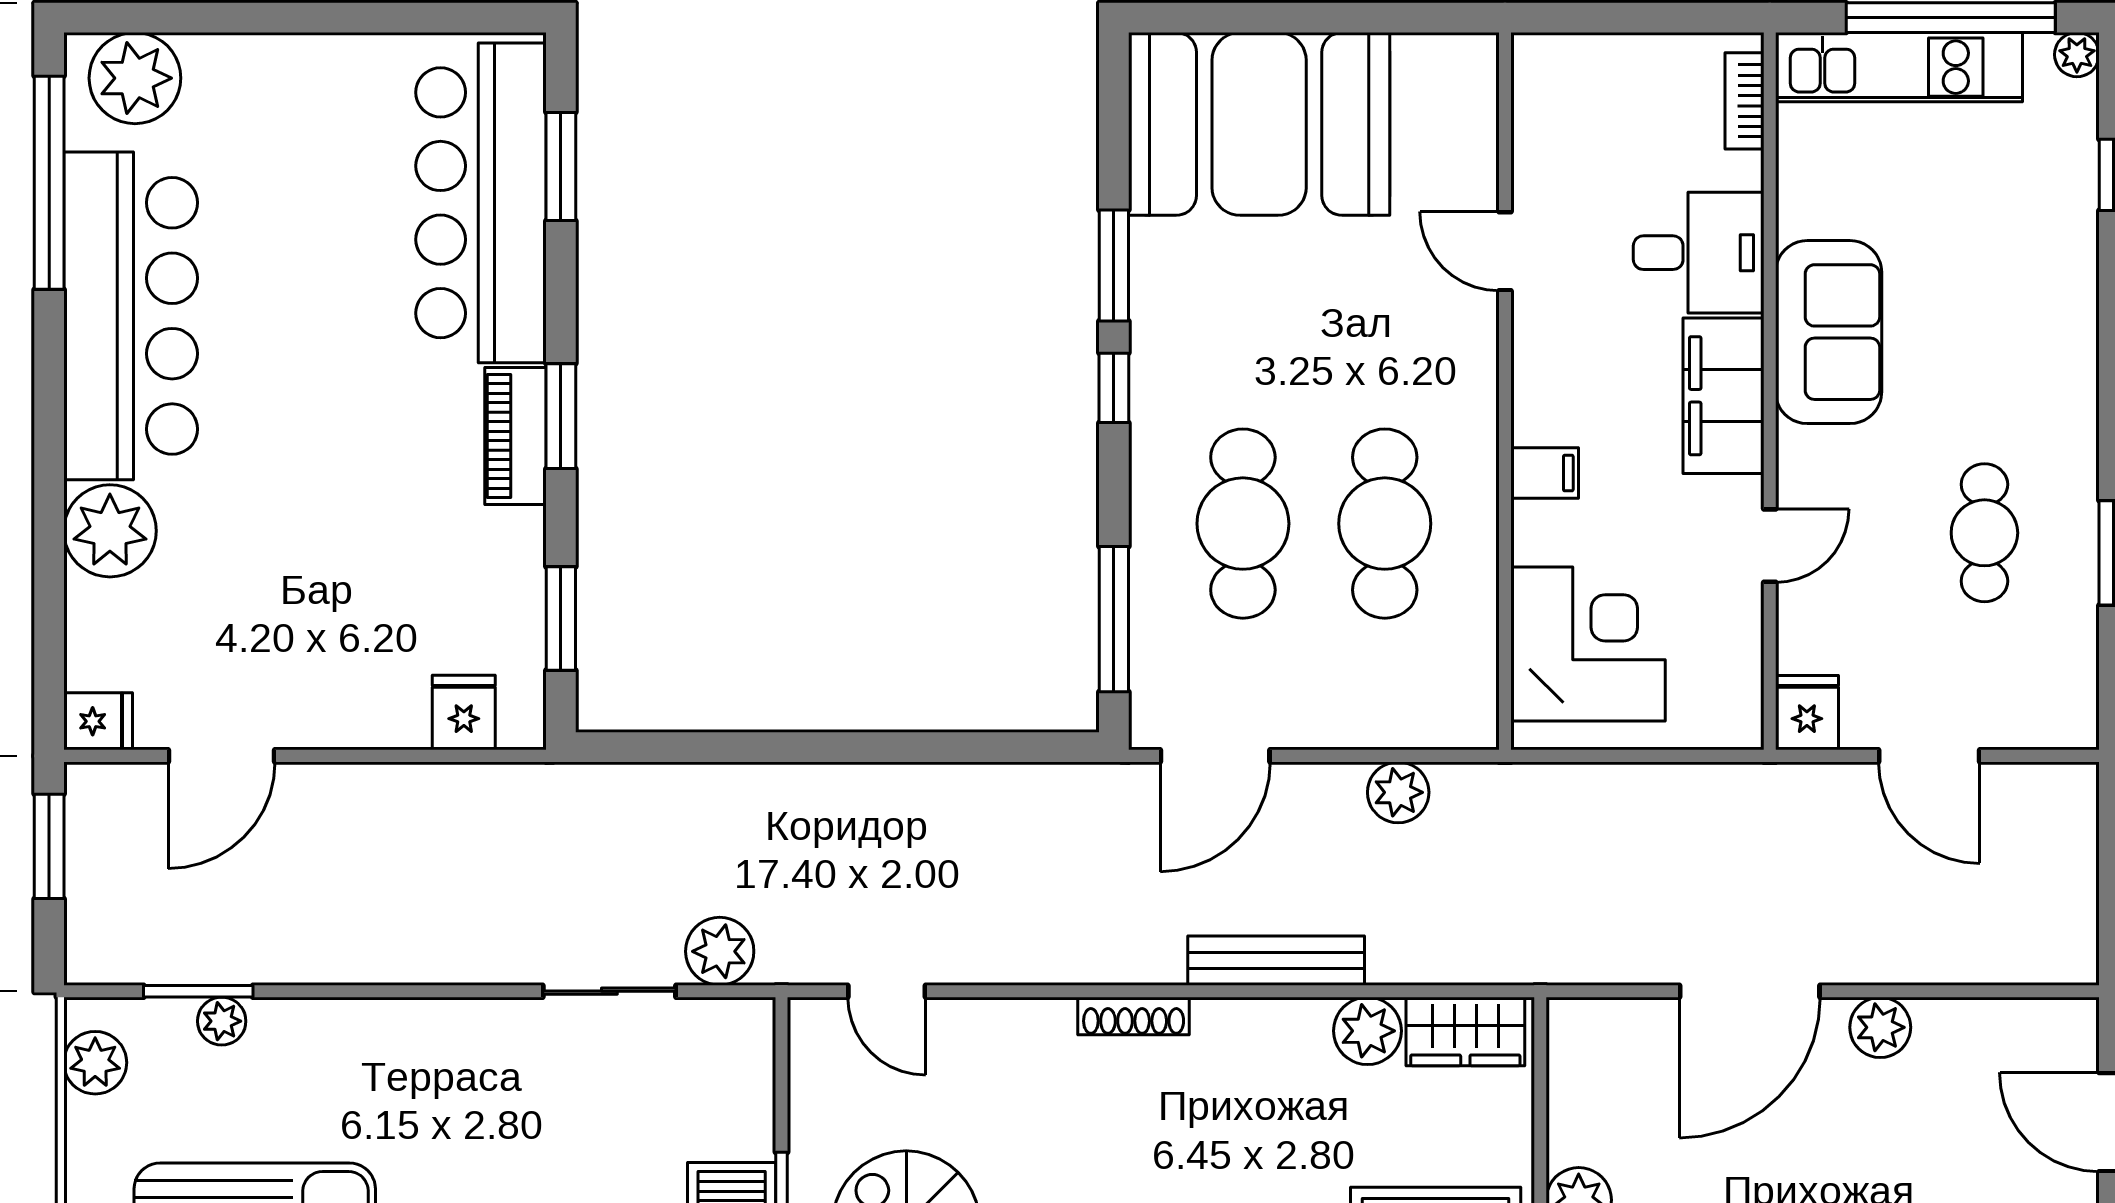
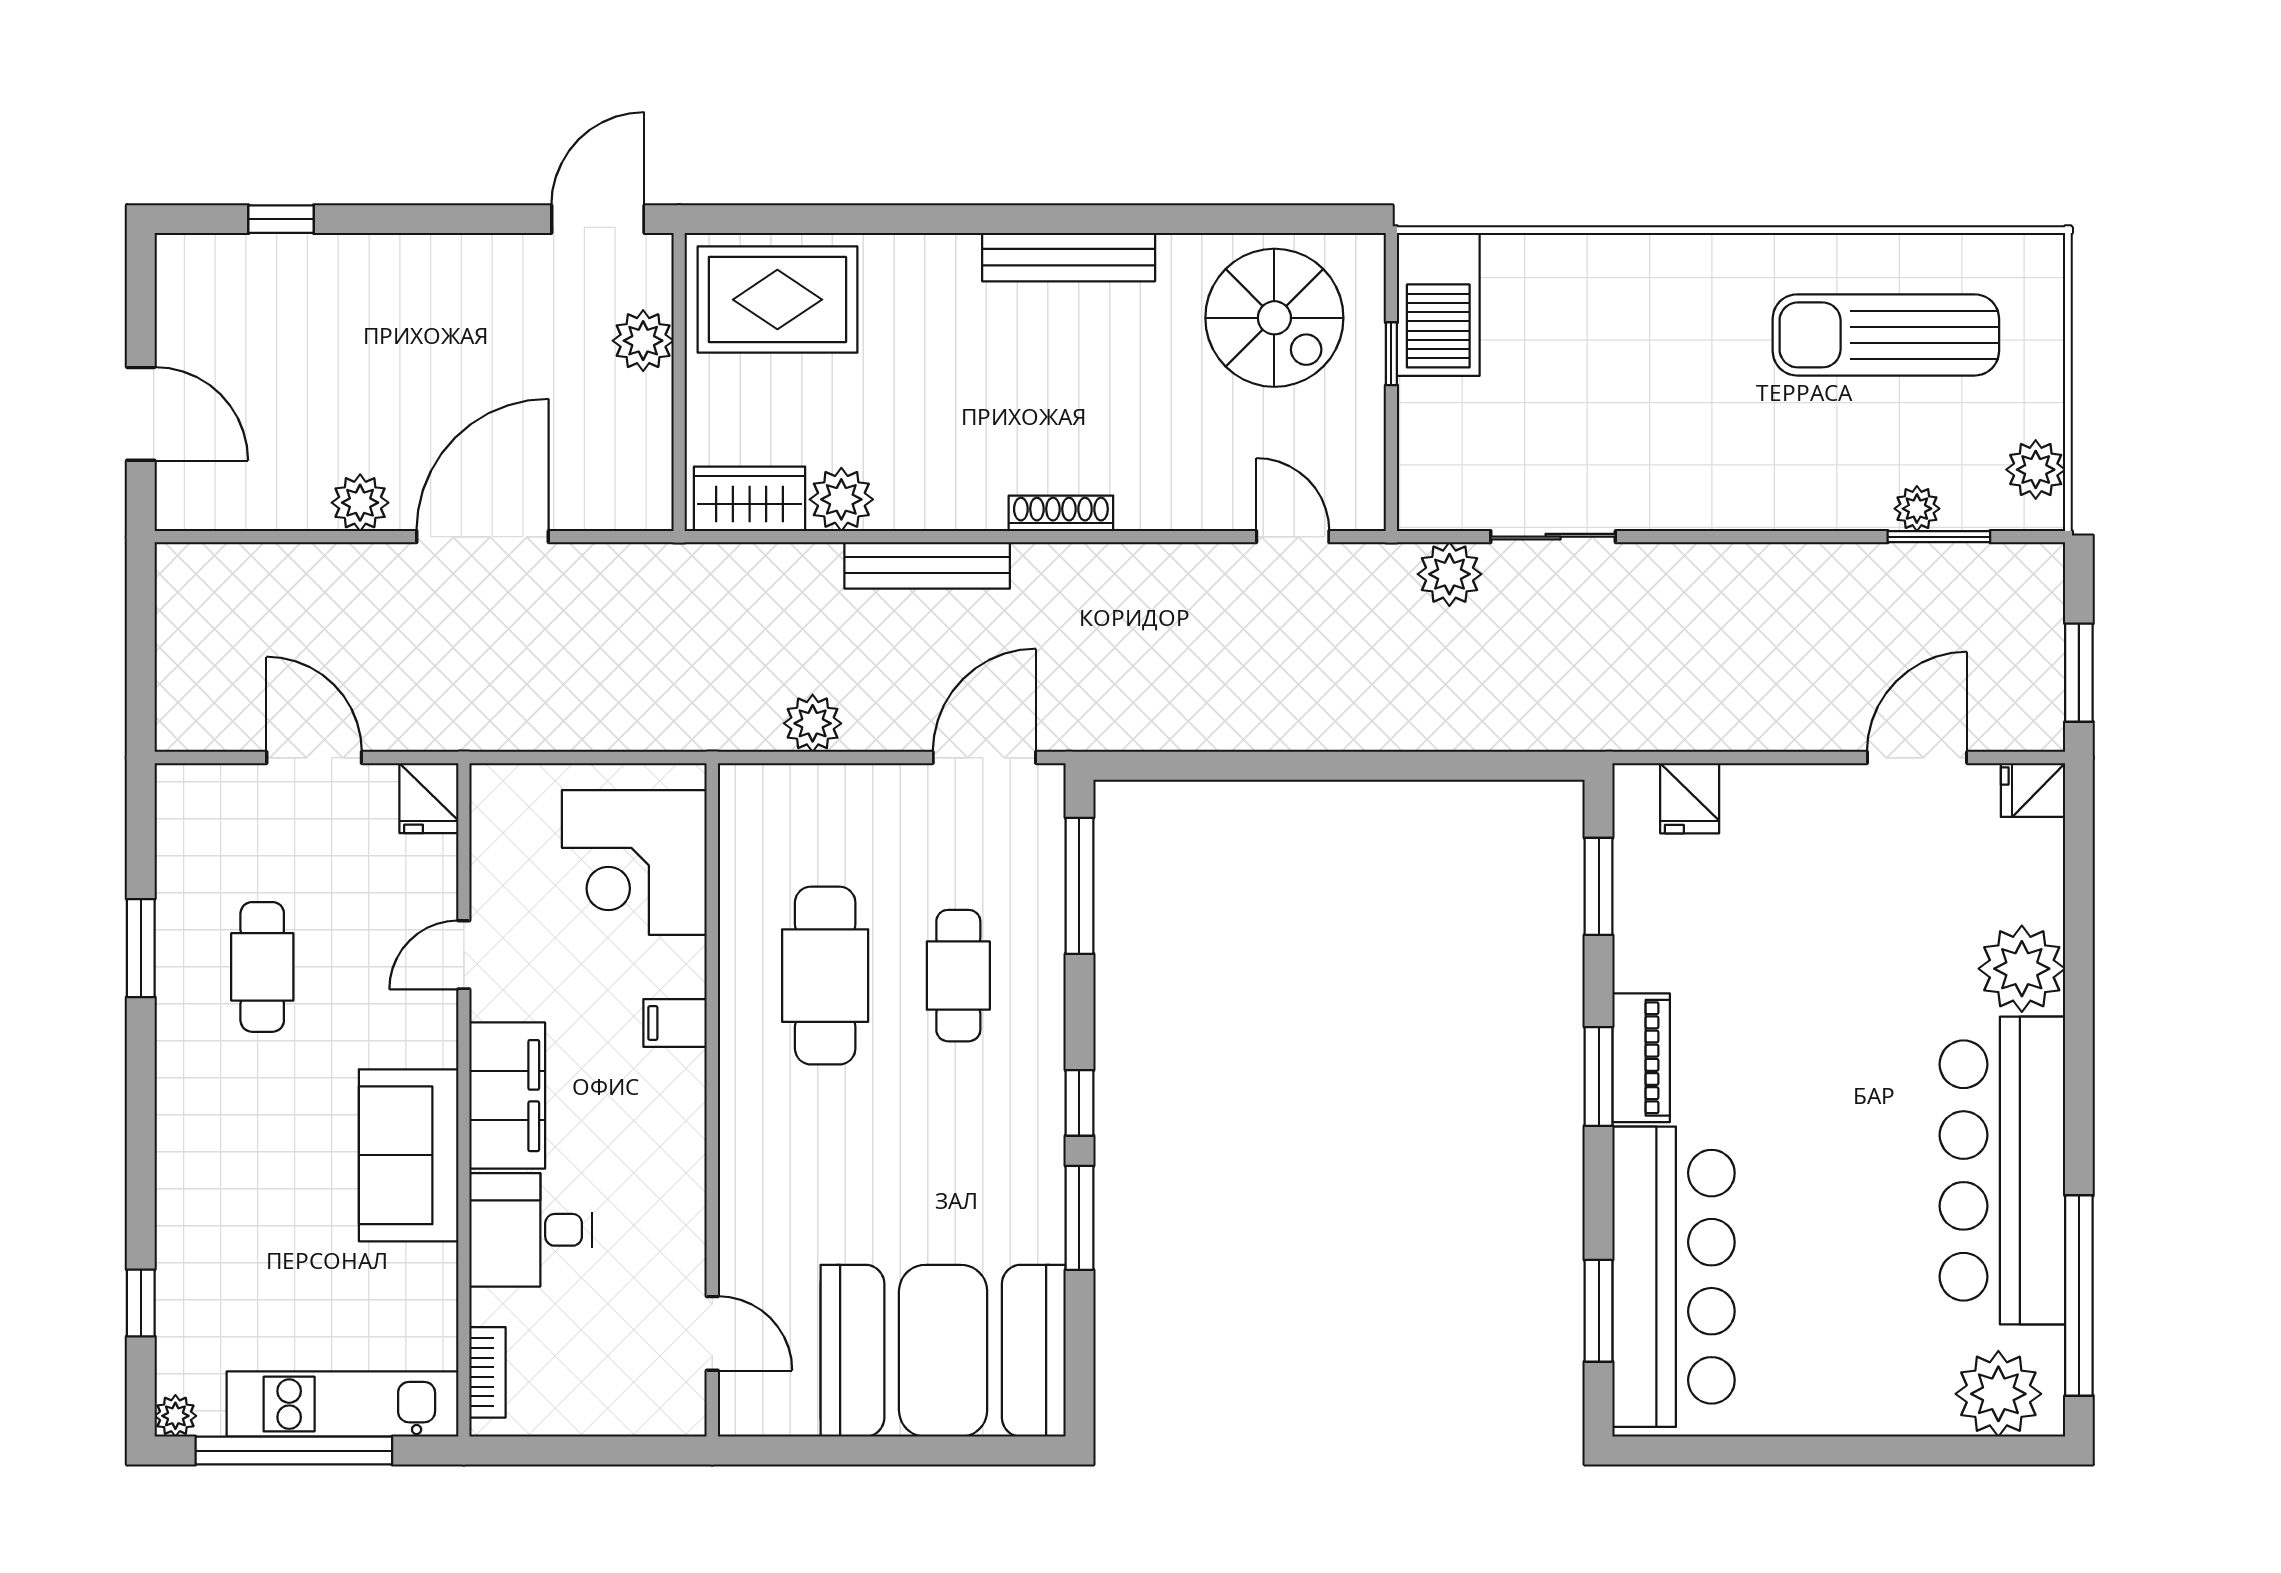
door: (1505, 251) -> (712, 1333), moved
cafe table: (1243, 524) -> (958, 976), width x0.73, depth x0.74

